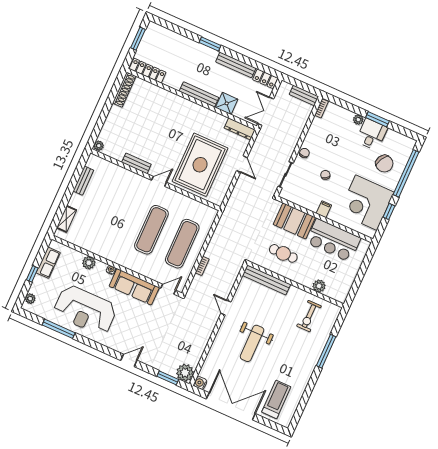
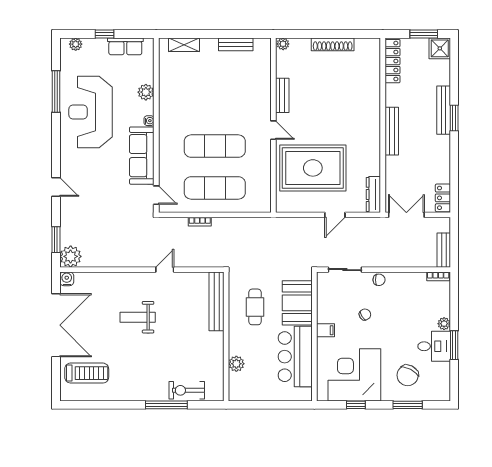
bench: (236, 65) -> (444, 110), moved
shoe rack: (124, 90) -> (333, 44), moved
shower: (227, 103) -> (440, 48), moved
window: (406, 173) -> (408, 405), width x0.47
exercise bike: (309, 316) -> (187, 390), moved
weight bench: (252, 343) -> (138, 317), width x0.73, depth x0.75

